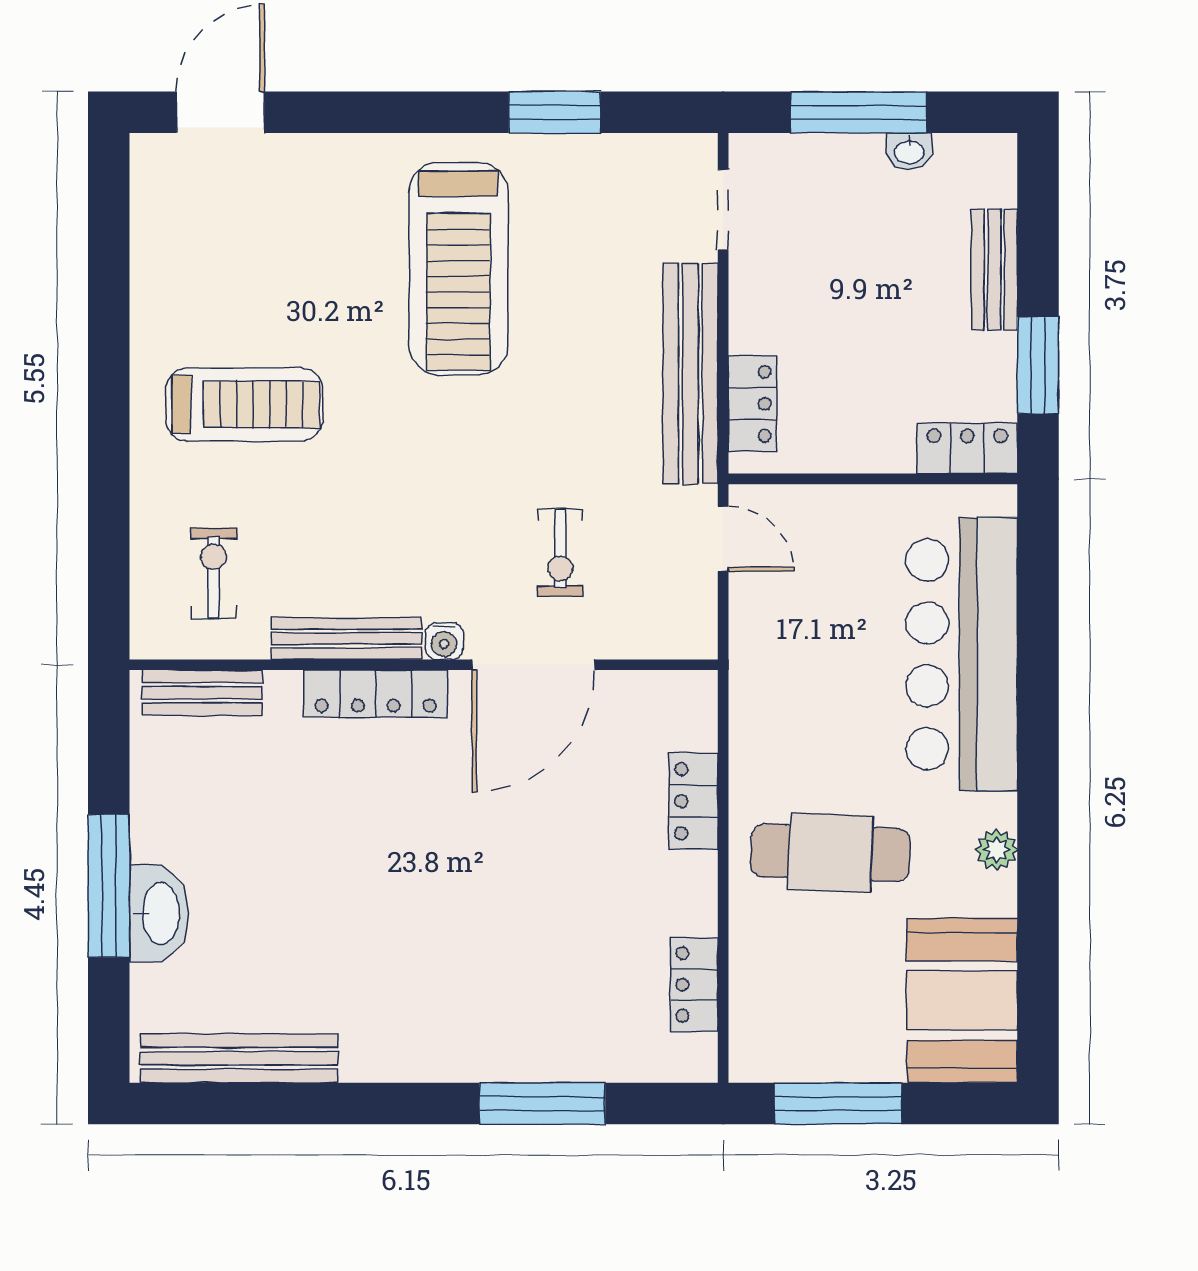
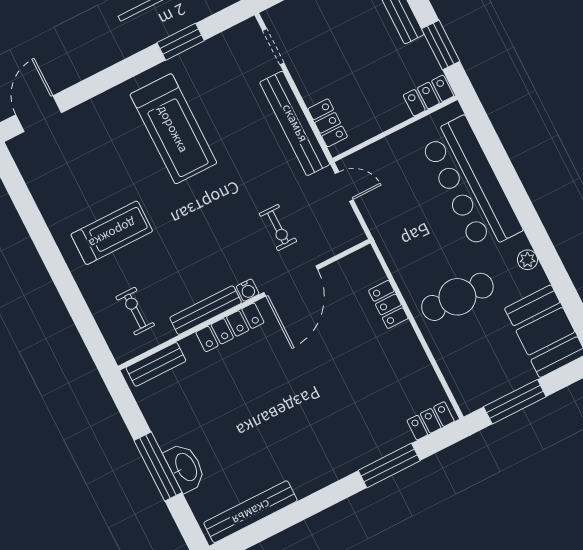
locker: (694, 985) -> (431, 421), moved, turned 90

